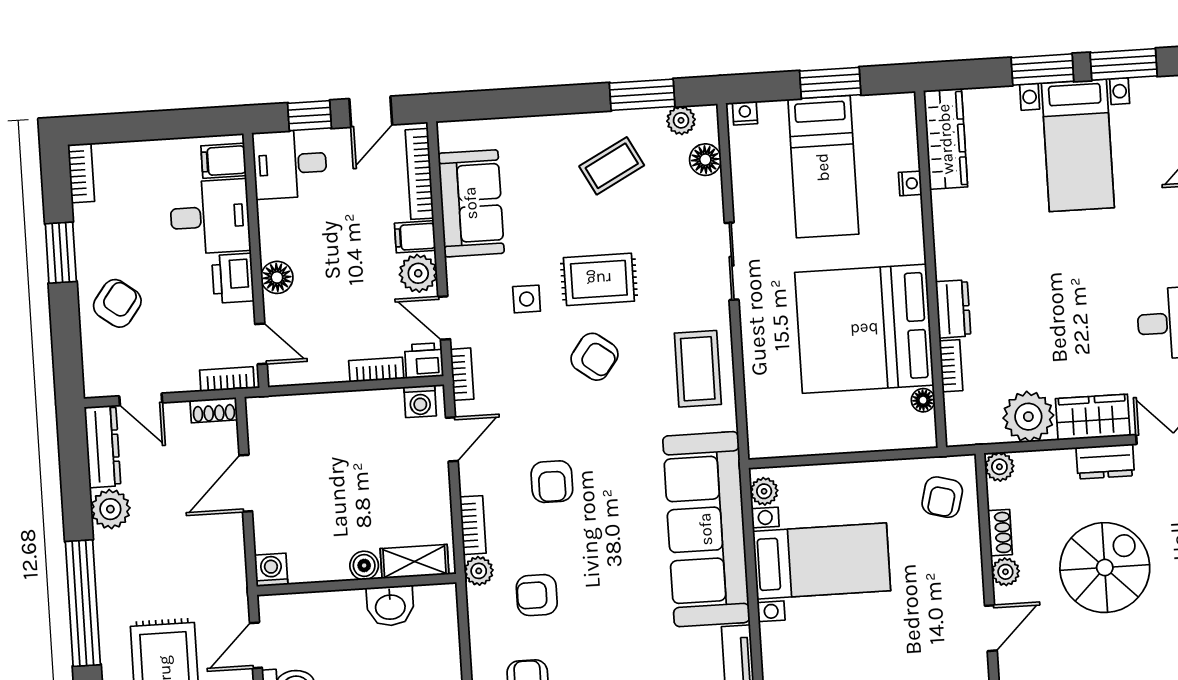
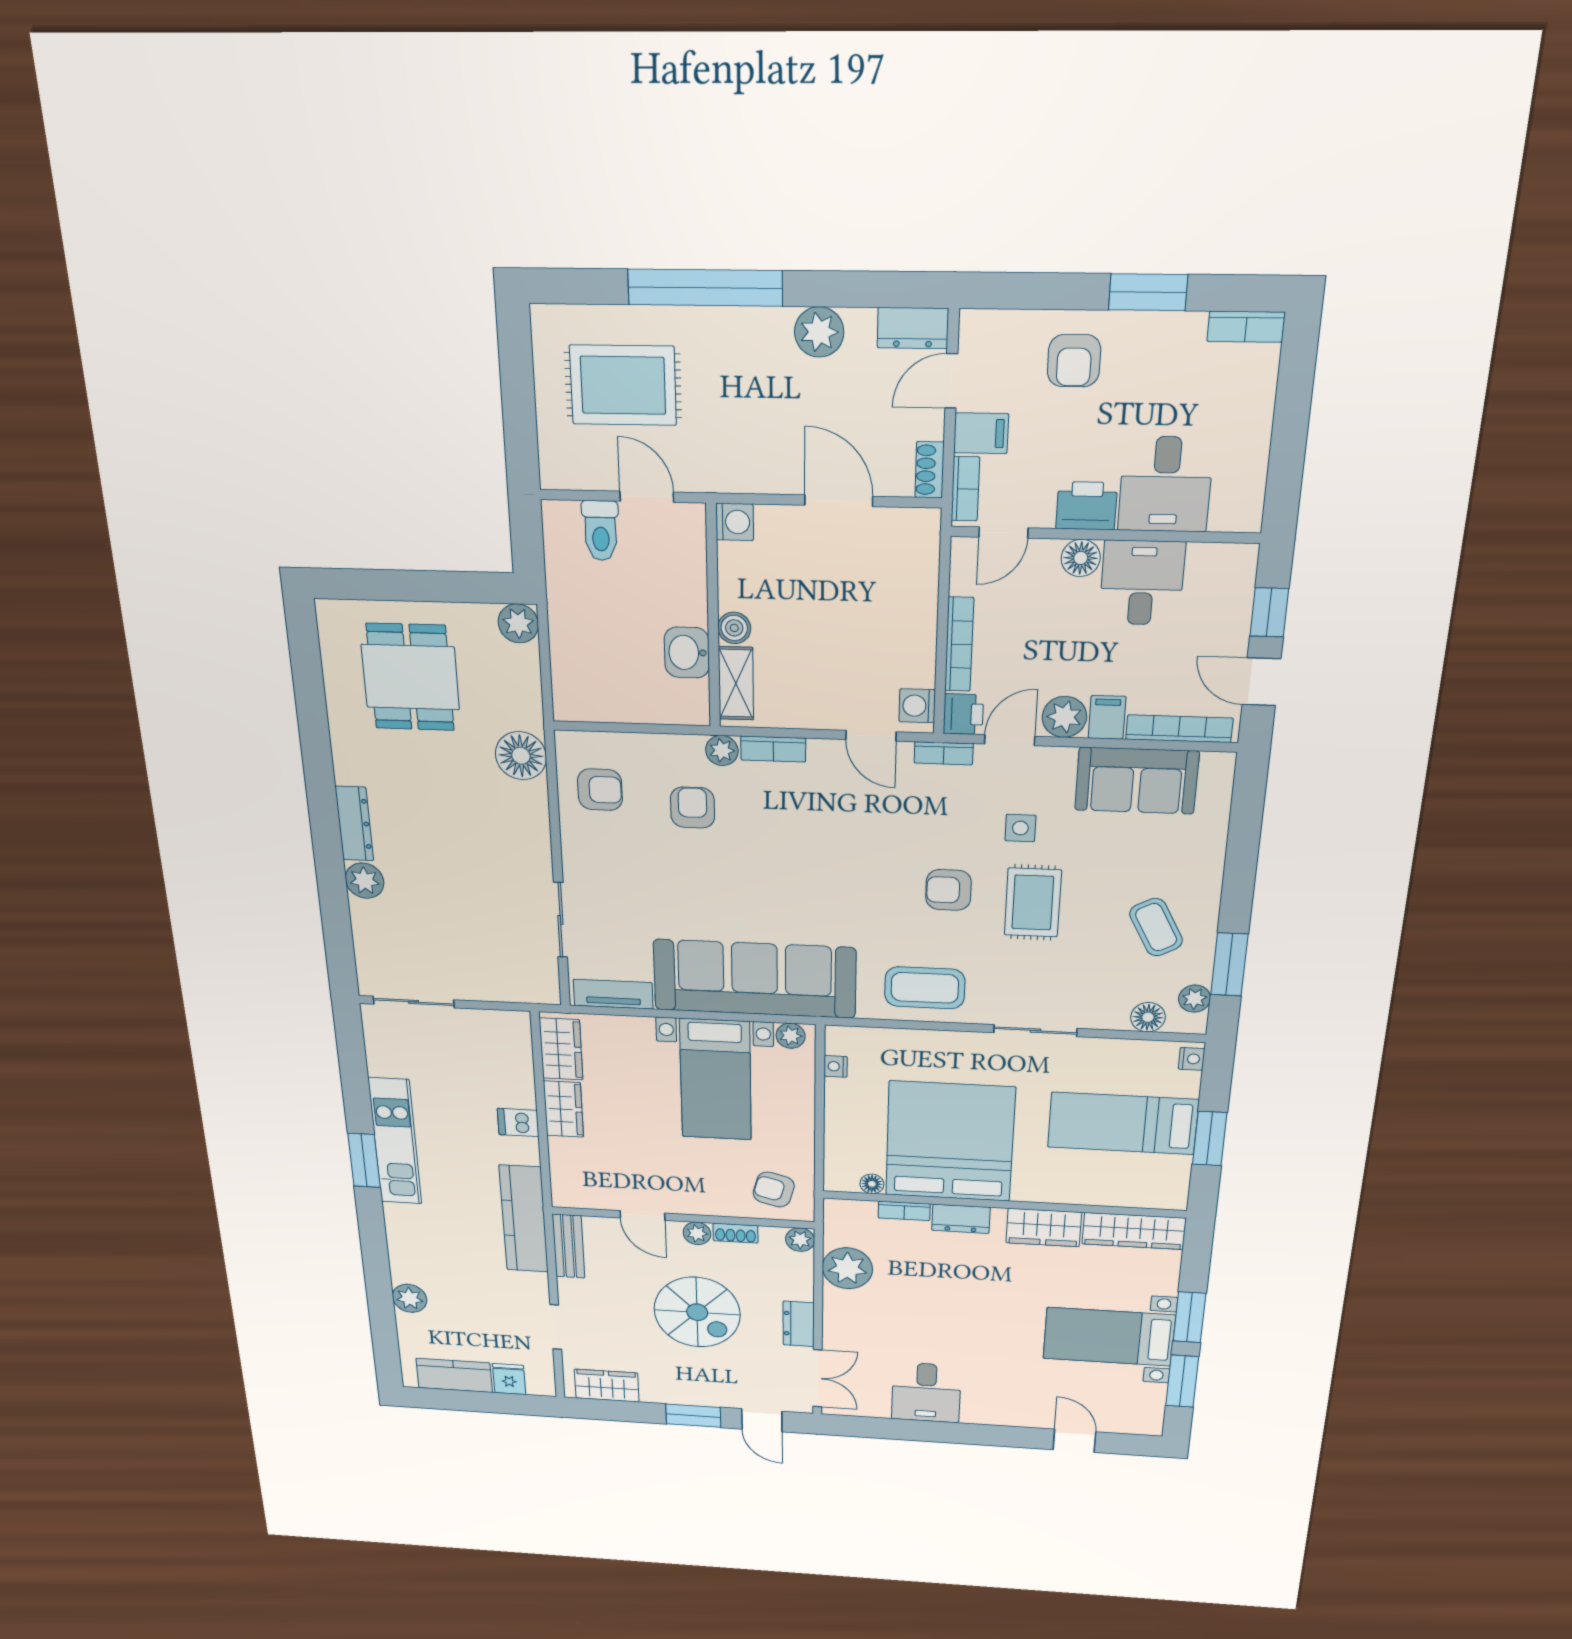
filing cabinet: (224, 161) -> (981, 433), moved, turned 90
desk: (290, 164) -> (1142, 583), moved
nightstand: (910, 183) -> (836, 1066), moved, turned 90
armchair: (117, 303) -> (1074, 361), turned 53
armchair: (594, 357) -> (949, 890), turned 53
bookcase: (376, 370) -> (959, 644), width x1.56
wardrobe: (1093, 417) -> (1044, 1228), moved, turned 90
dresser: (103, 446) -> (913, 328), width x0.70
armchair: (552, 482) -> (816, 835), removed

